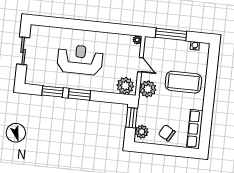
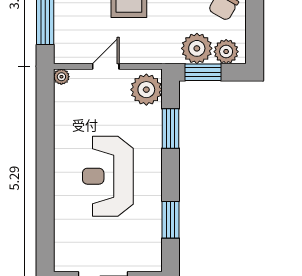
plant: (148, 89) -> (197, 48), moved
window: (79, 94) -> (170, 129), moved

